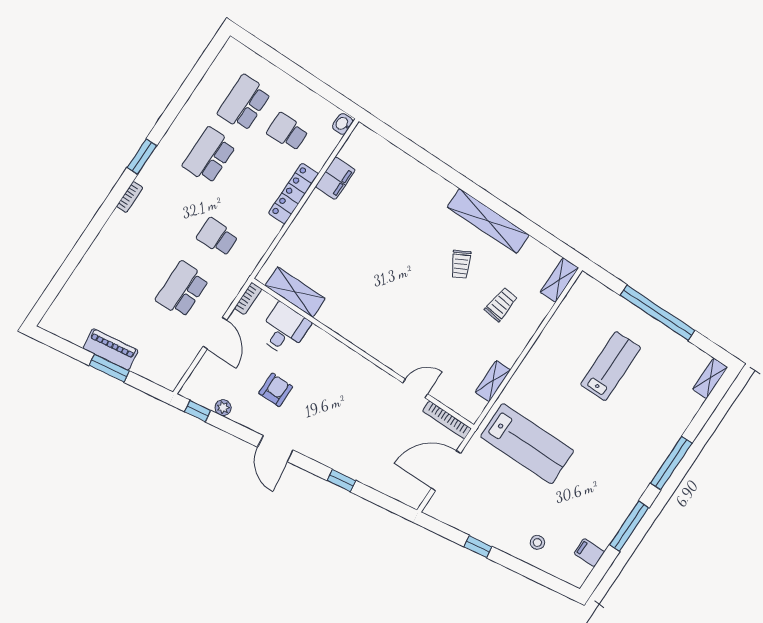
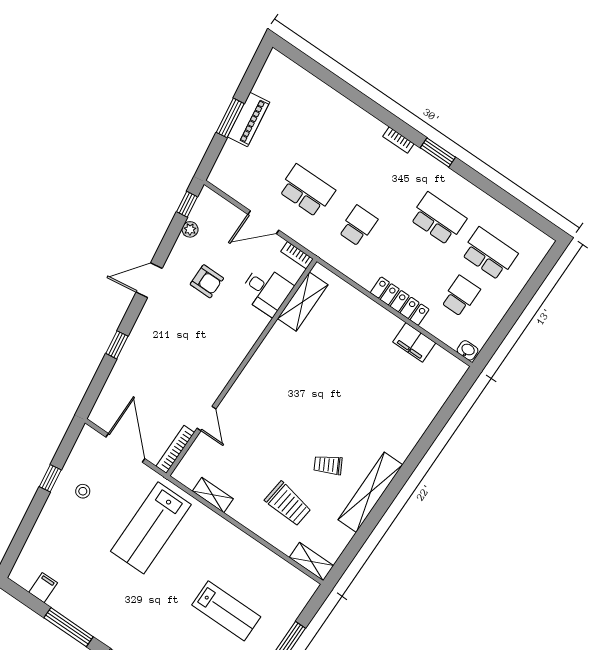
trolley: (501, 305) -> (288, 504), width x1.36, depth x1.39
stool: (537, 542) -> (83, 491), moved

